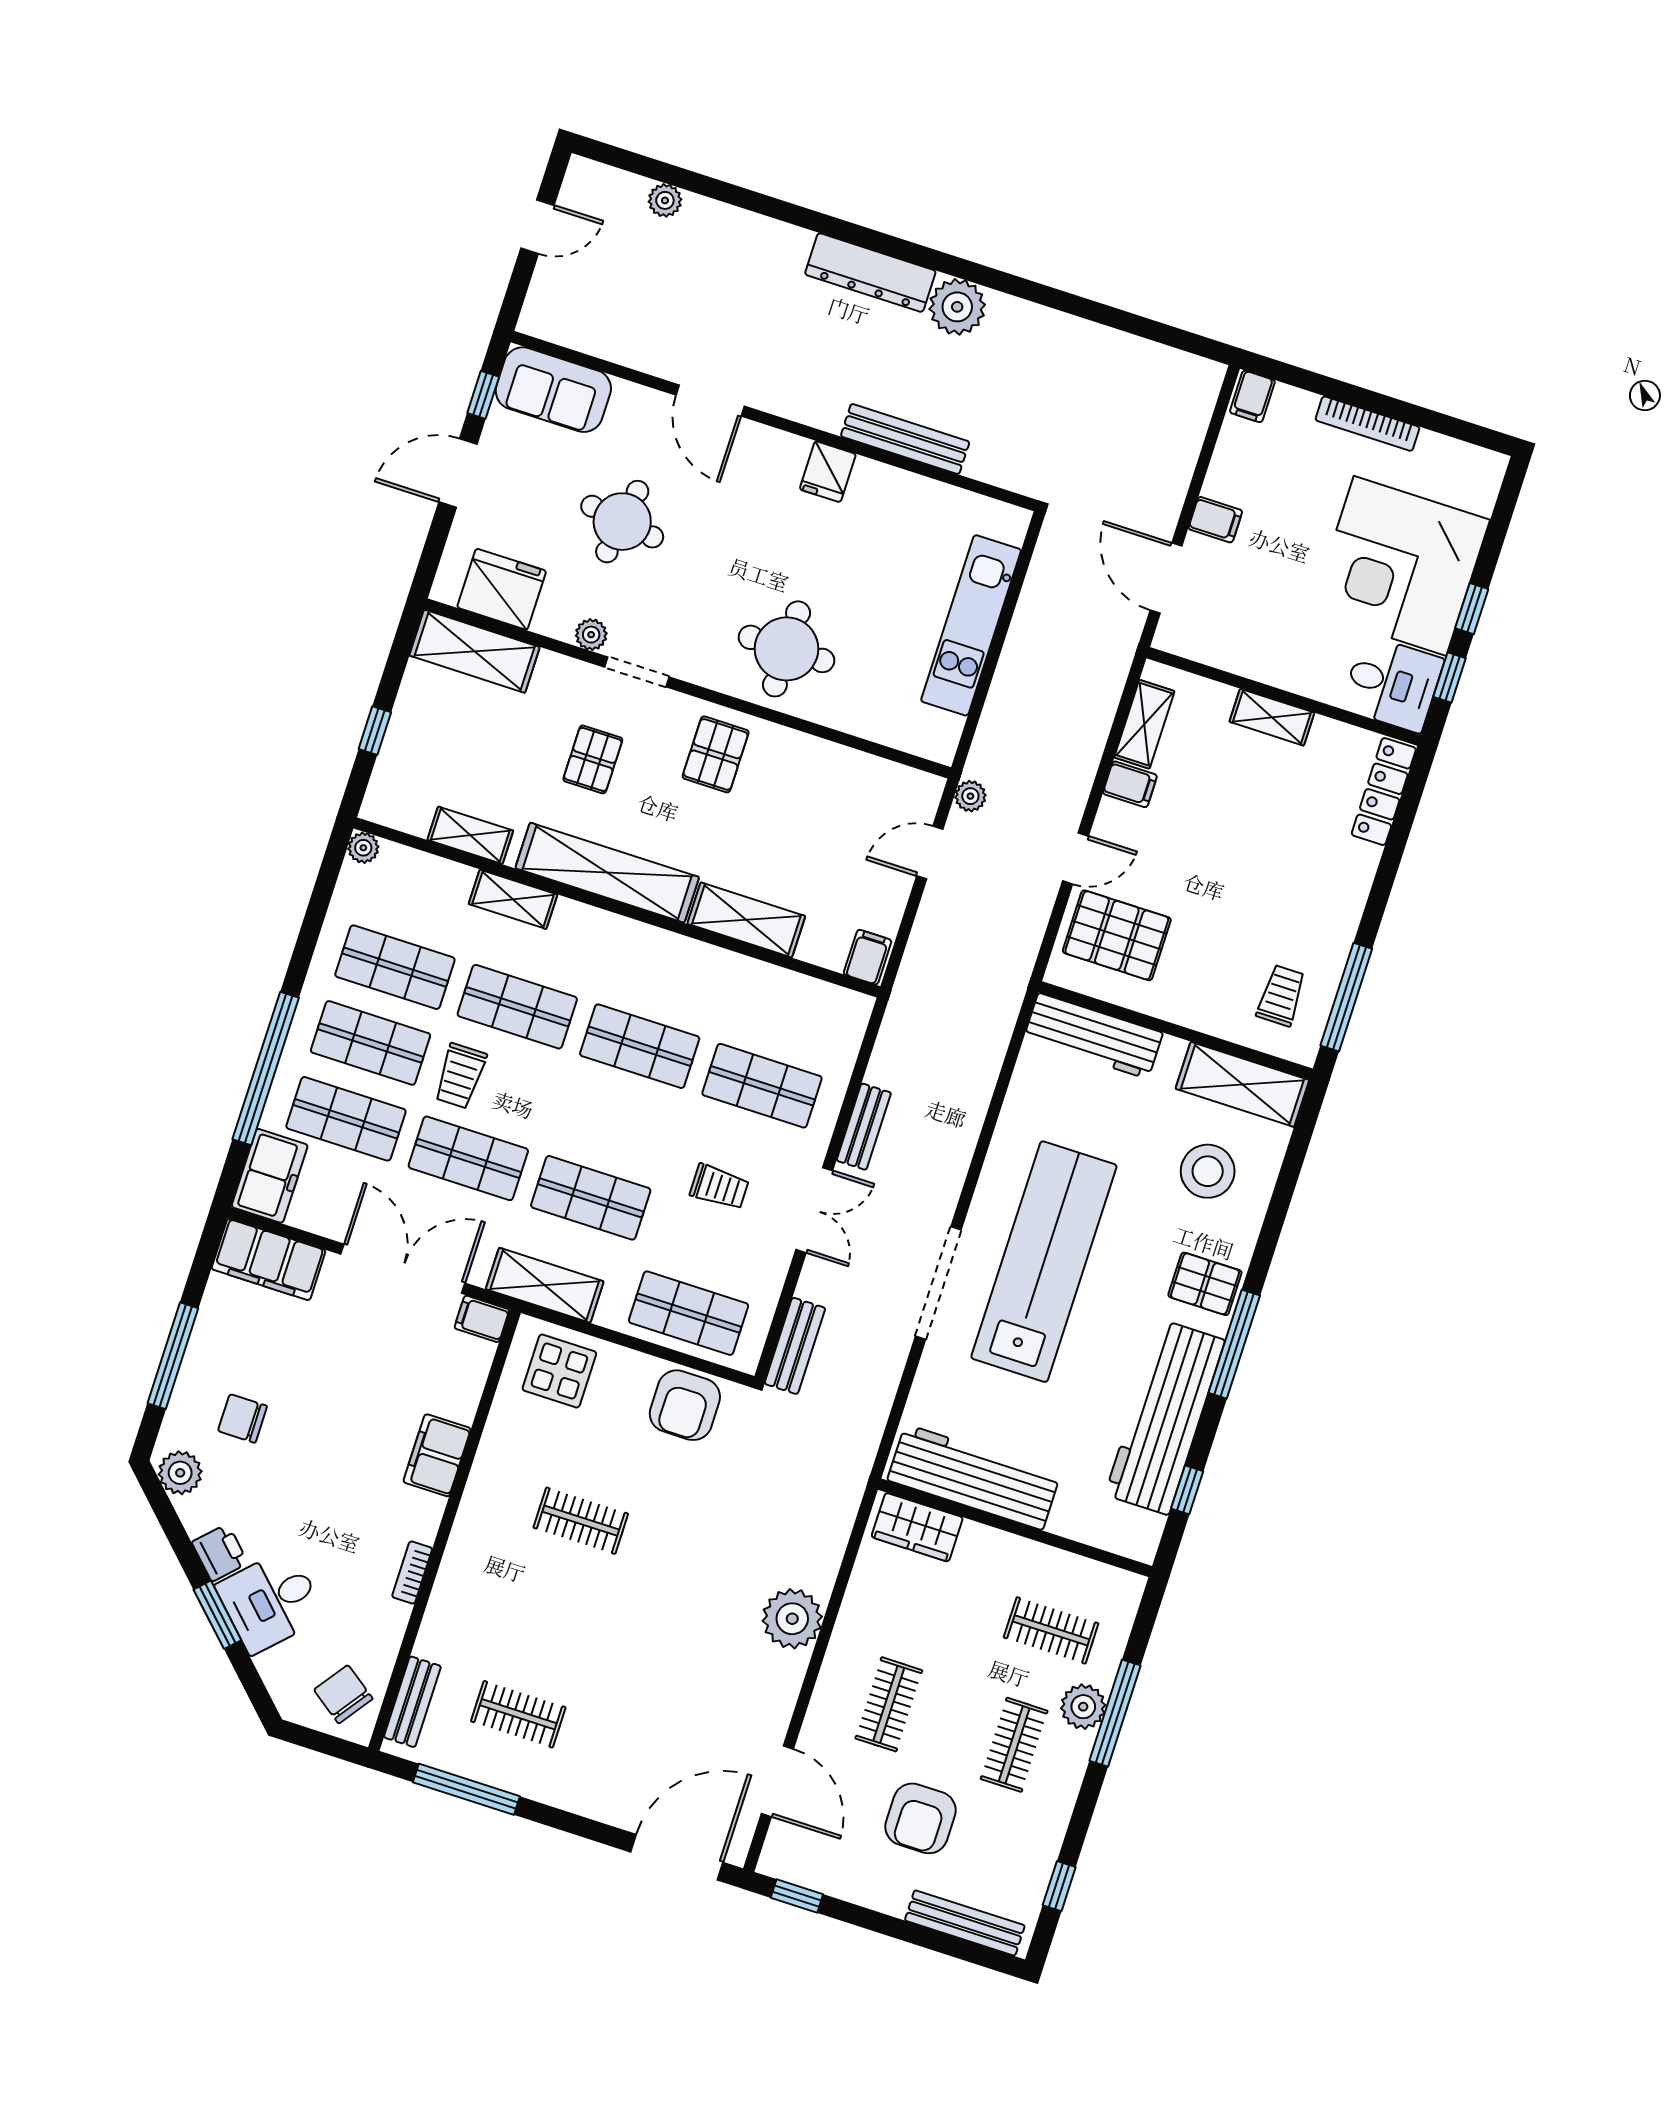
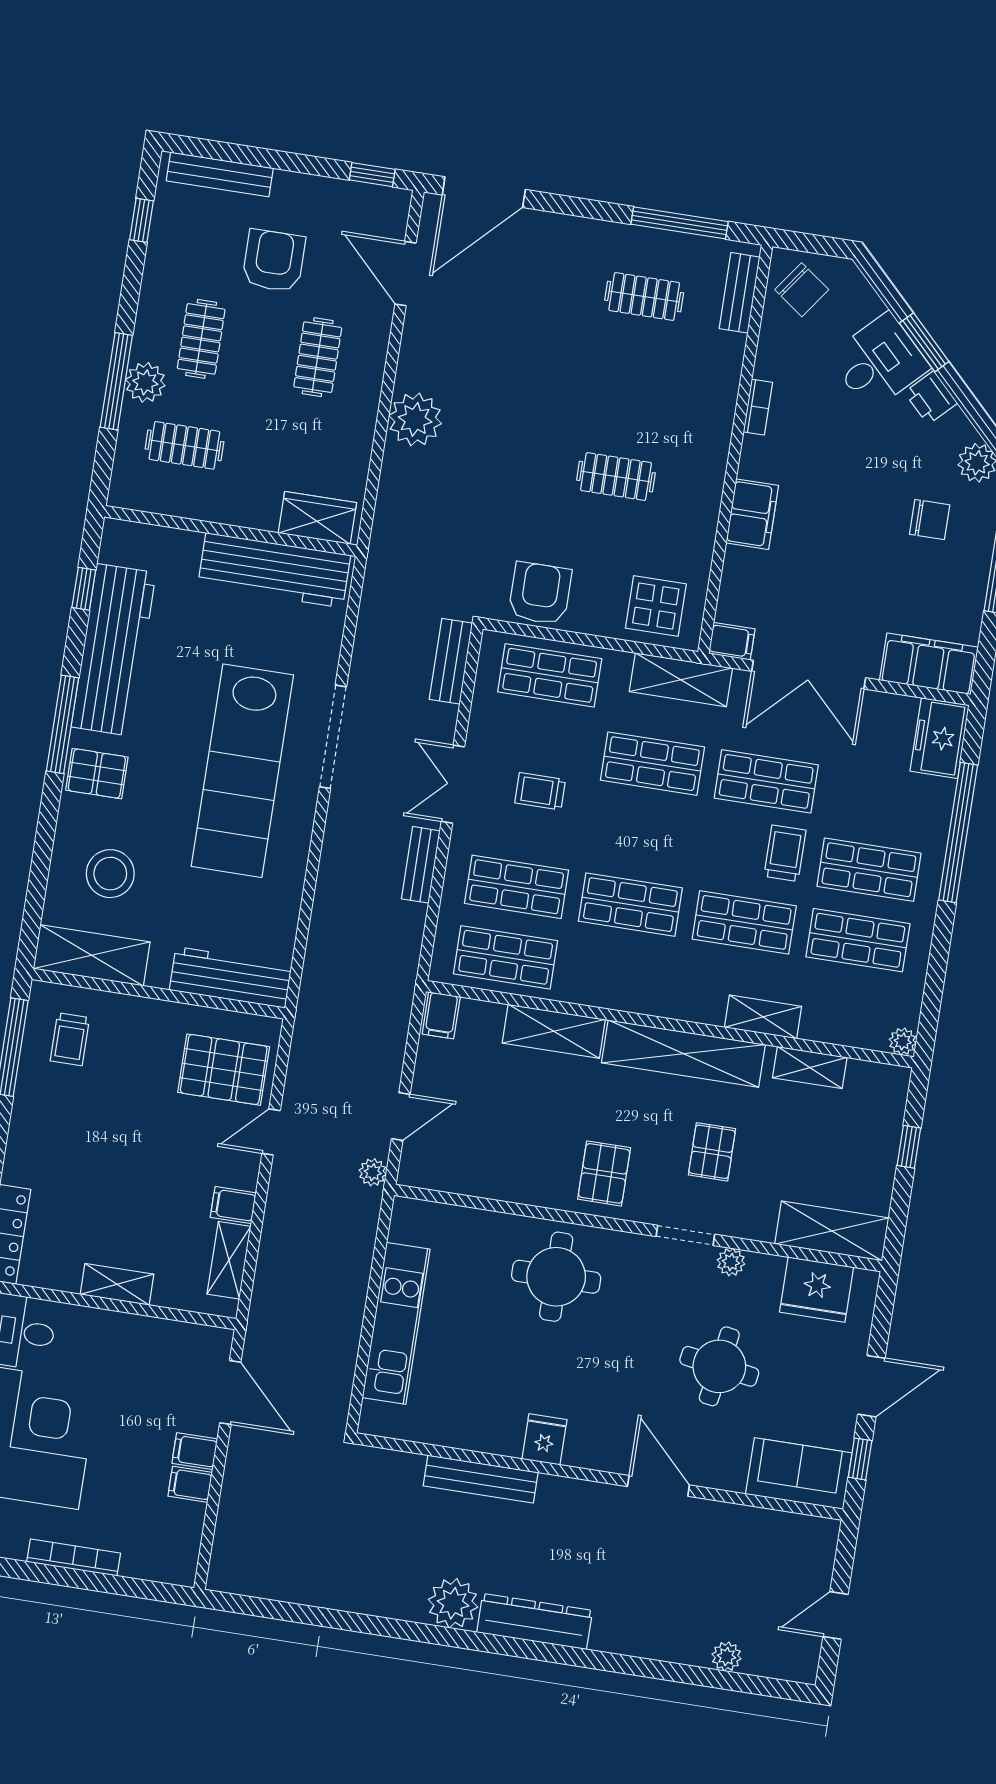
filing cabinet: (1252, 396) -> (190, 1484), moved, turned -90
shop shelf: (346, 1119) -> (506, 957), moved

